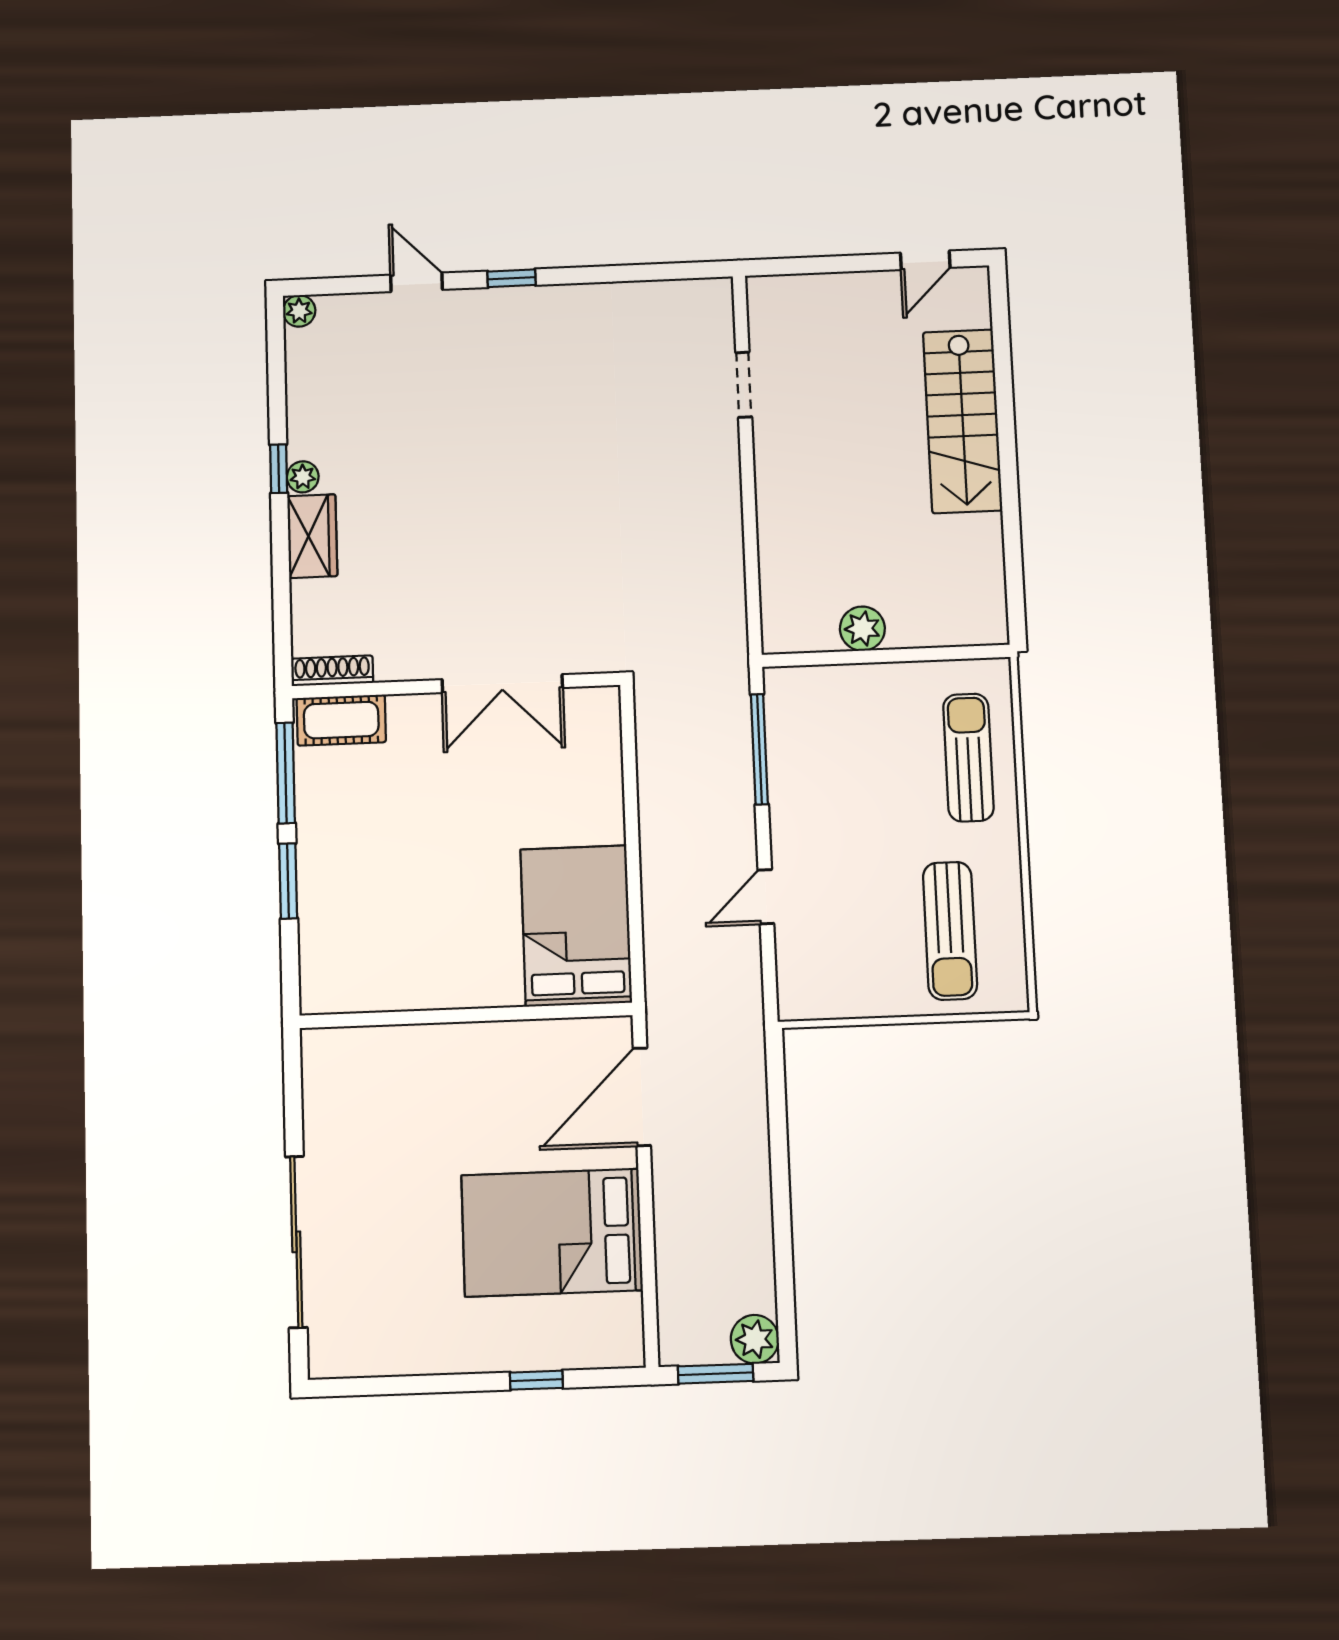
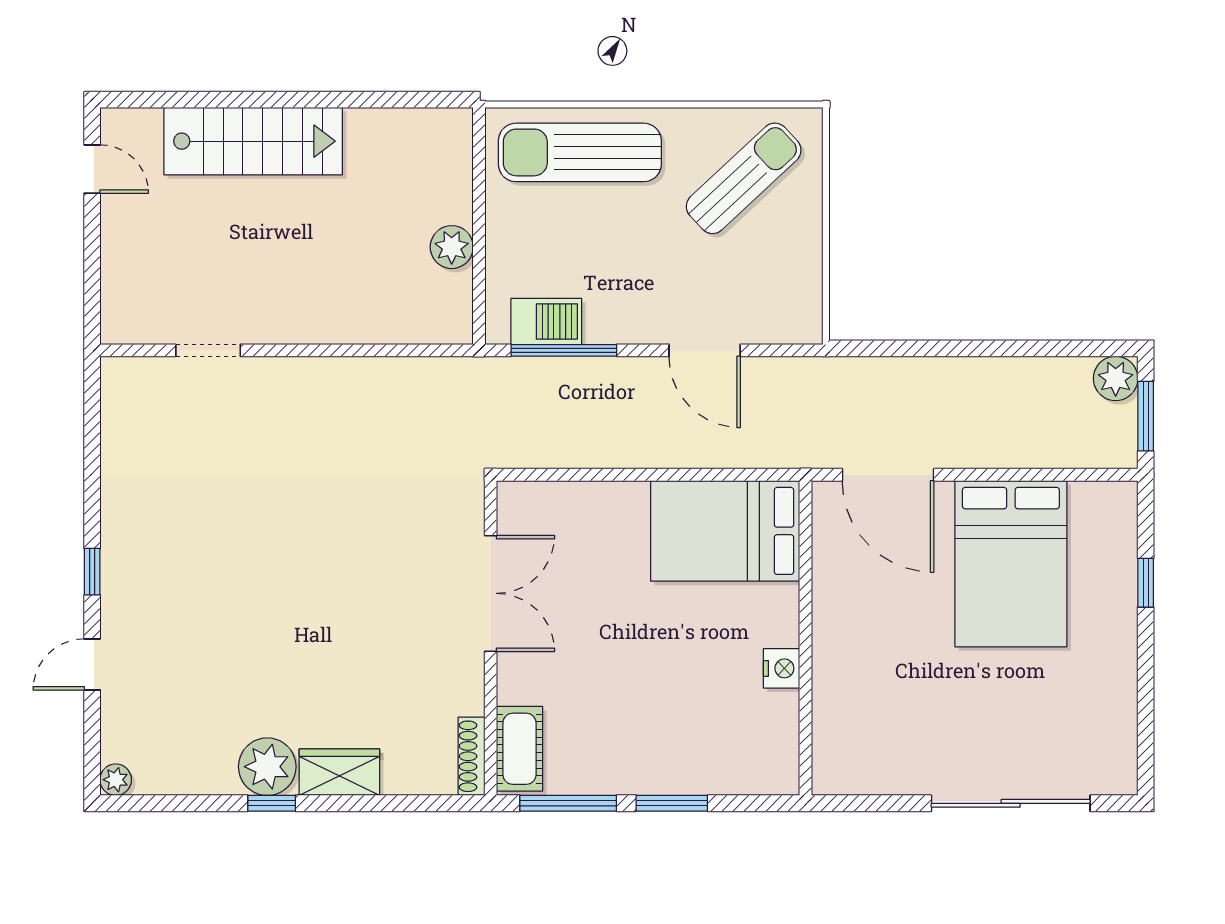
plant: (303, 477) -> (267, 767), width x1.88, depth x1.88
barbecue: (789, 730) -> (546, 321), added
sun lounger: (968, 758) -> (580, 152), width x1.36, depth x1.34
door: (766, 897) -> (705, 350), width x1.38
sun lounger: (950, 931) -> (744, 178), turned -43
nightstand: (433, 991) -> (782, 668), added

